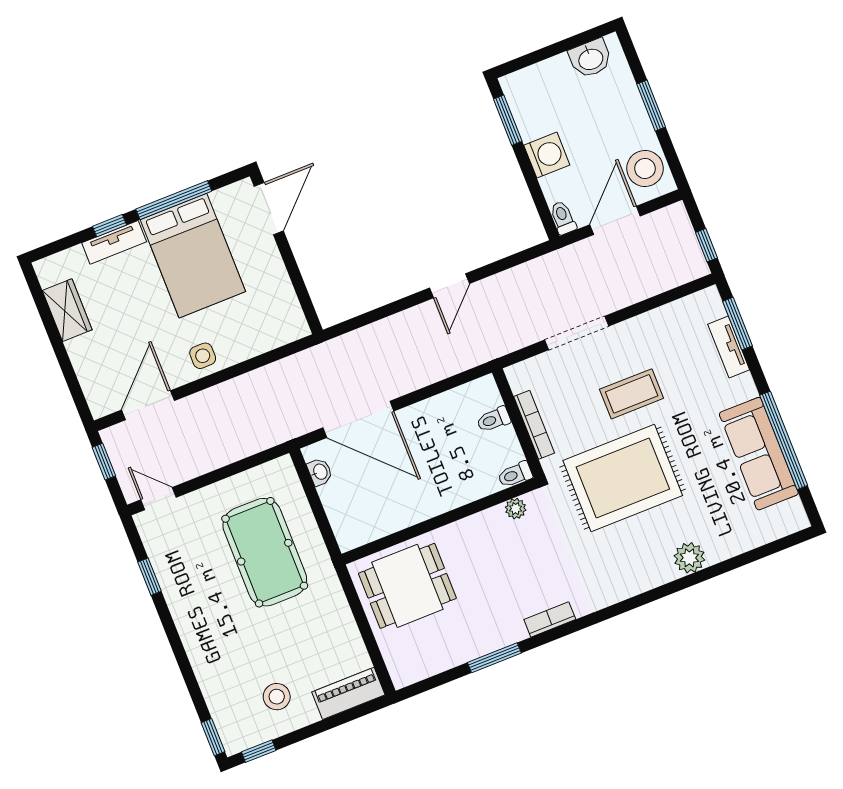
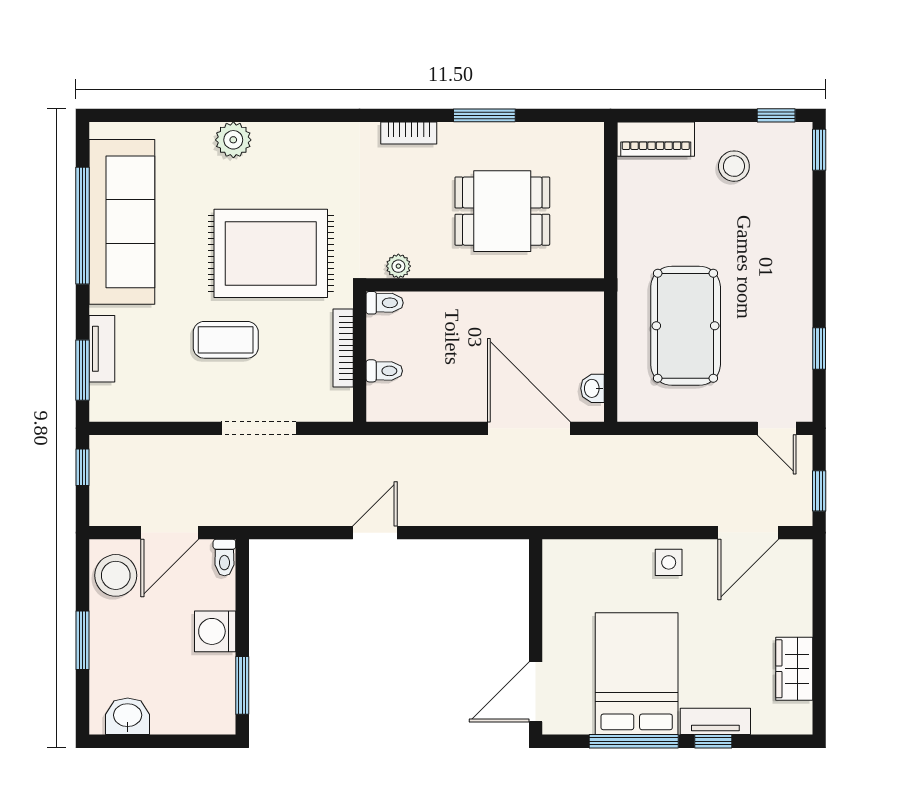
sofa: (759, 454) -> (122, 222), width x1.36, depth x1.27
dining table: (407, 586) -> (502, 211), moved

